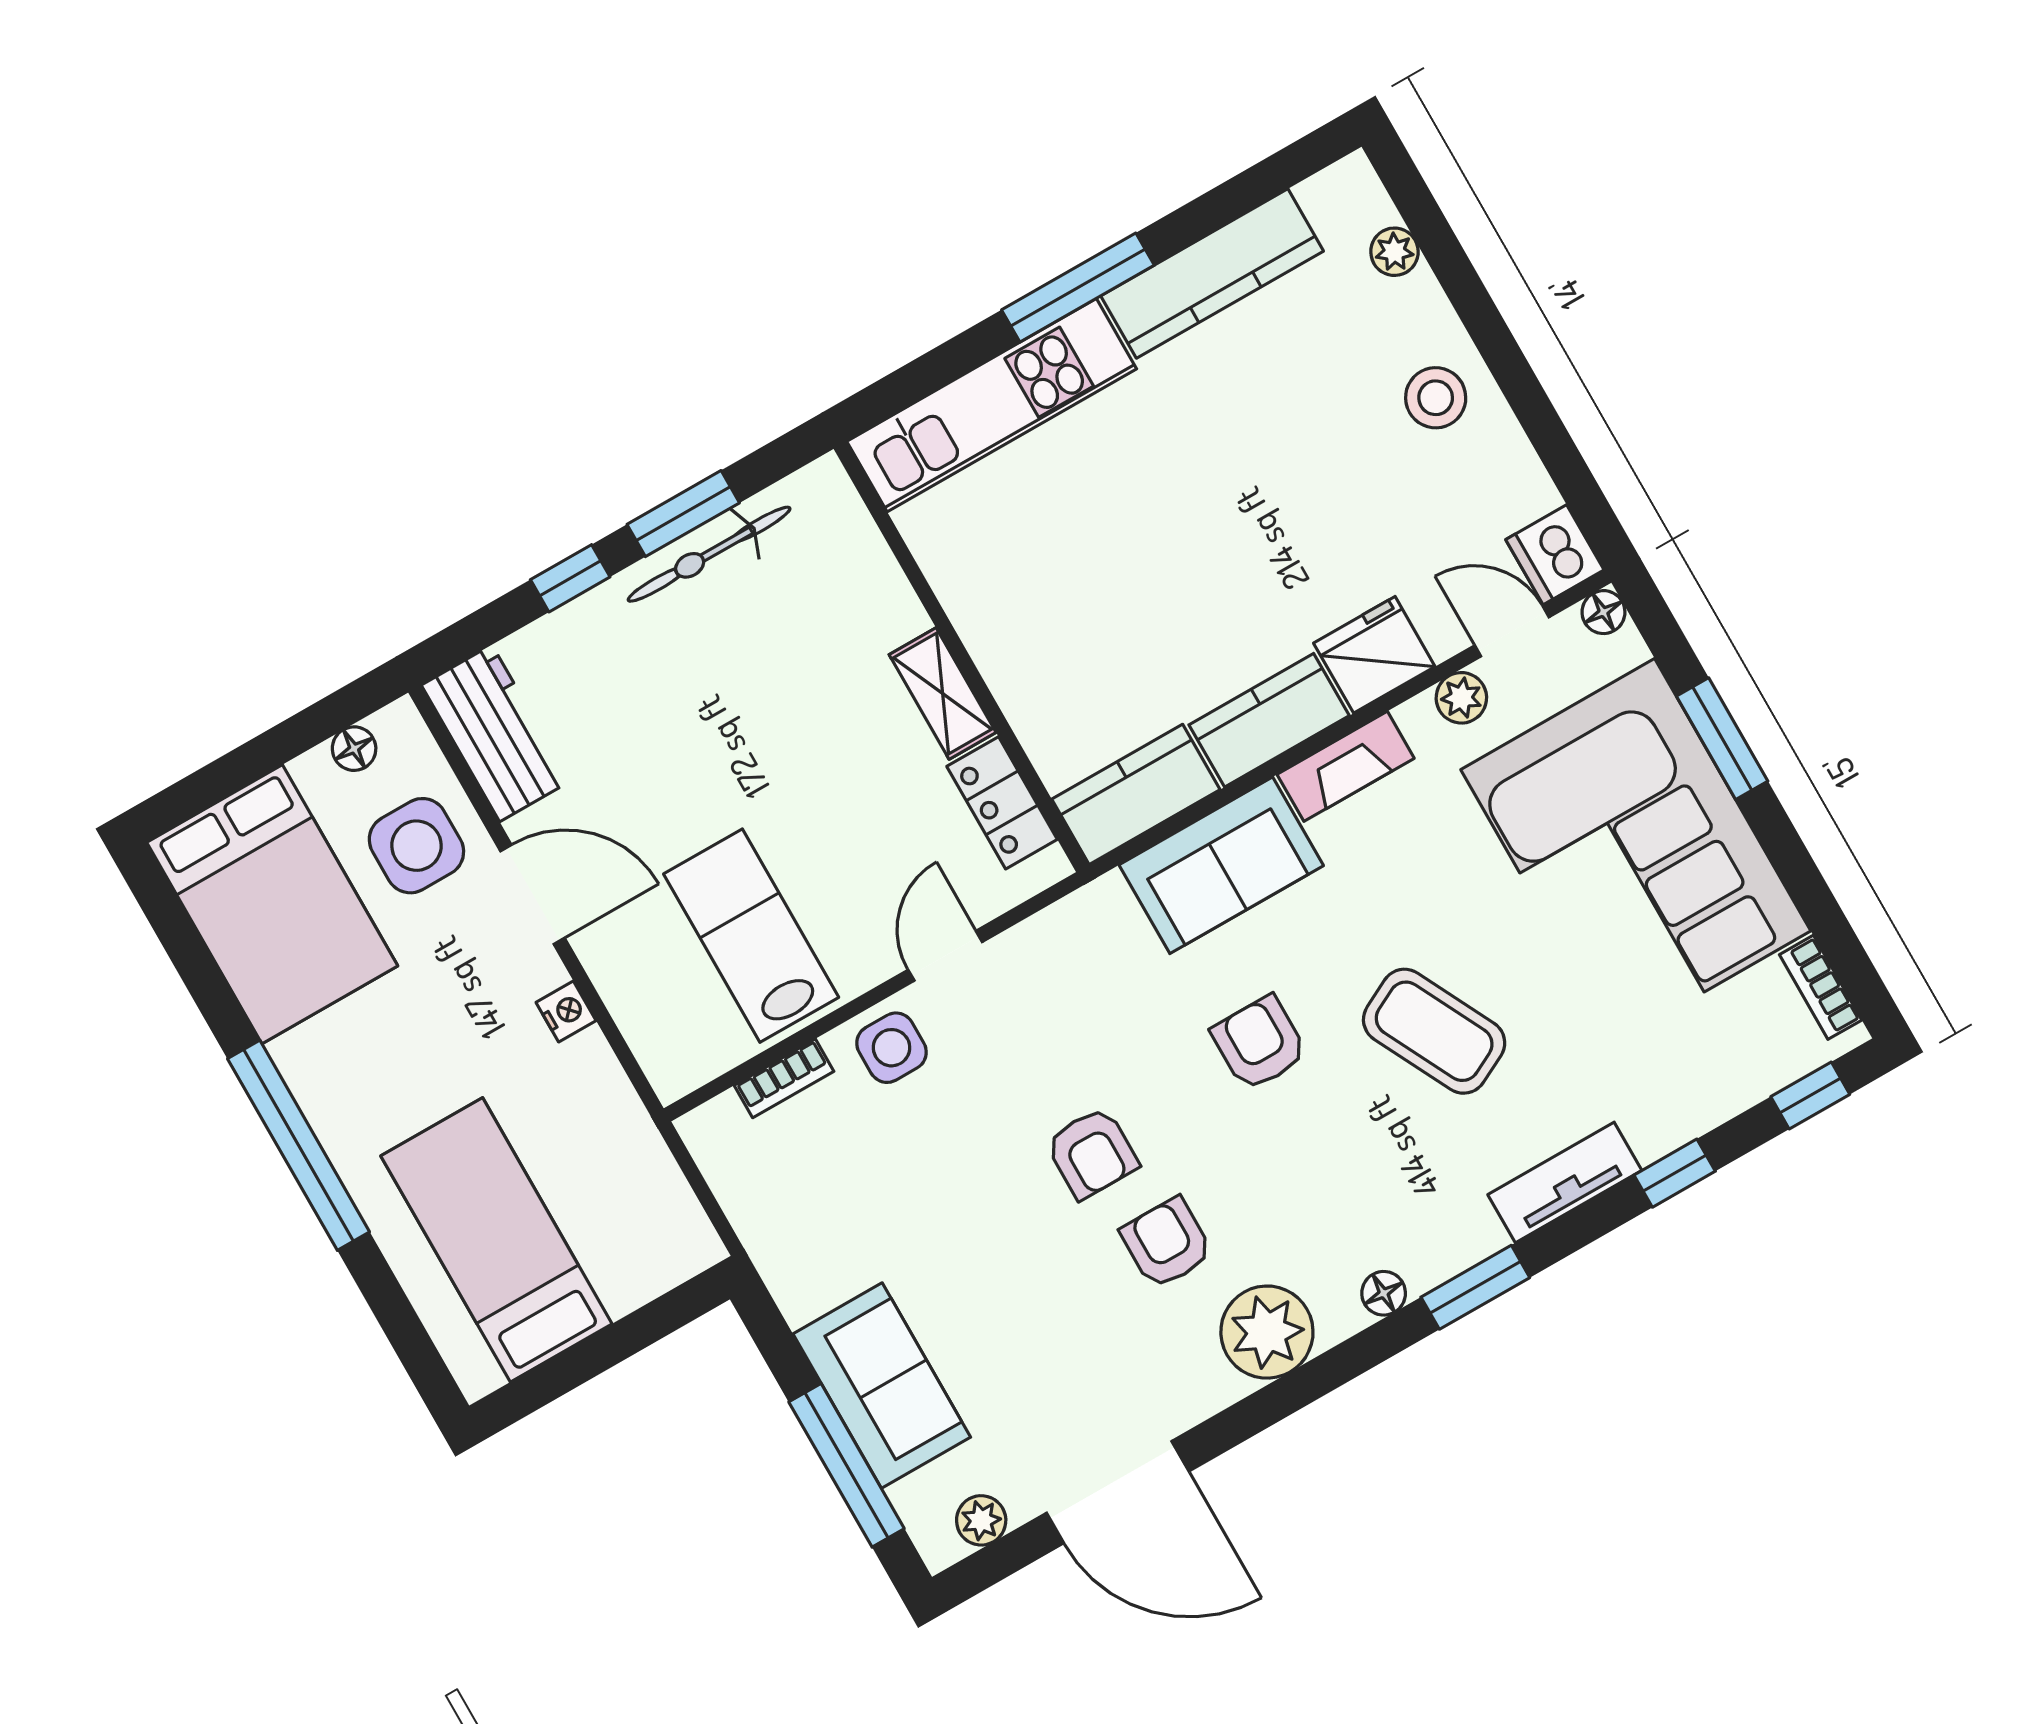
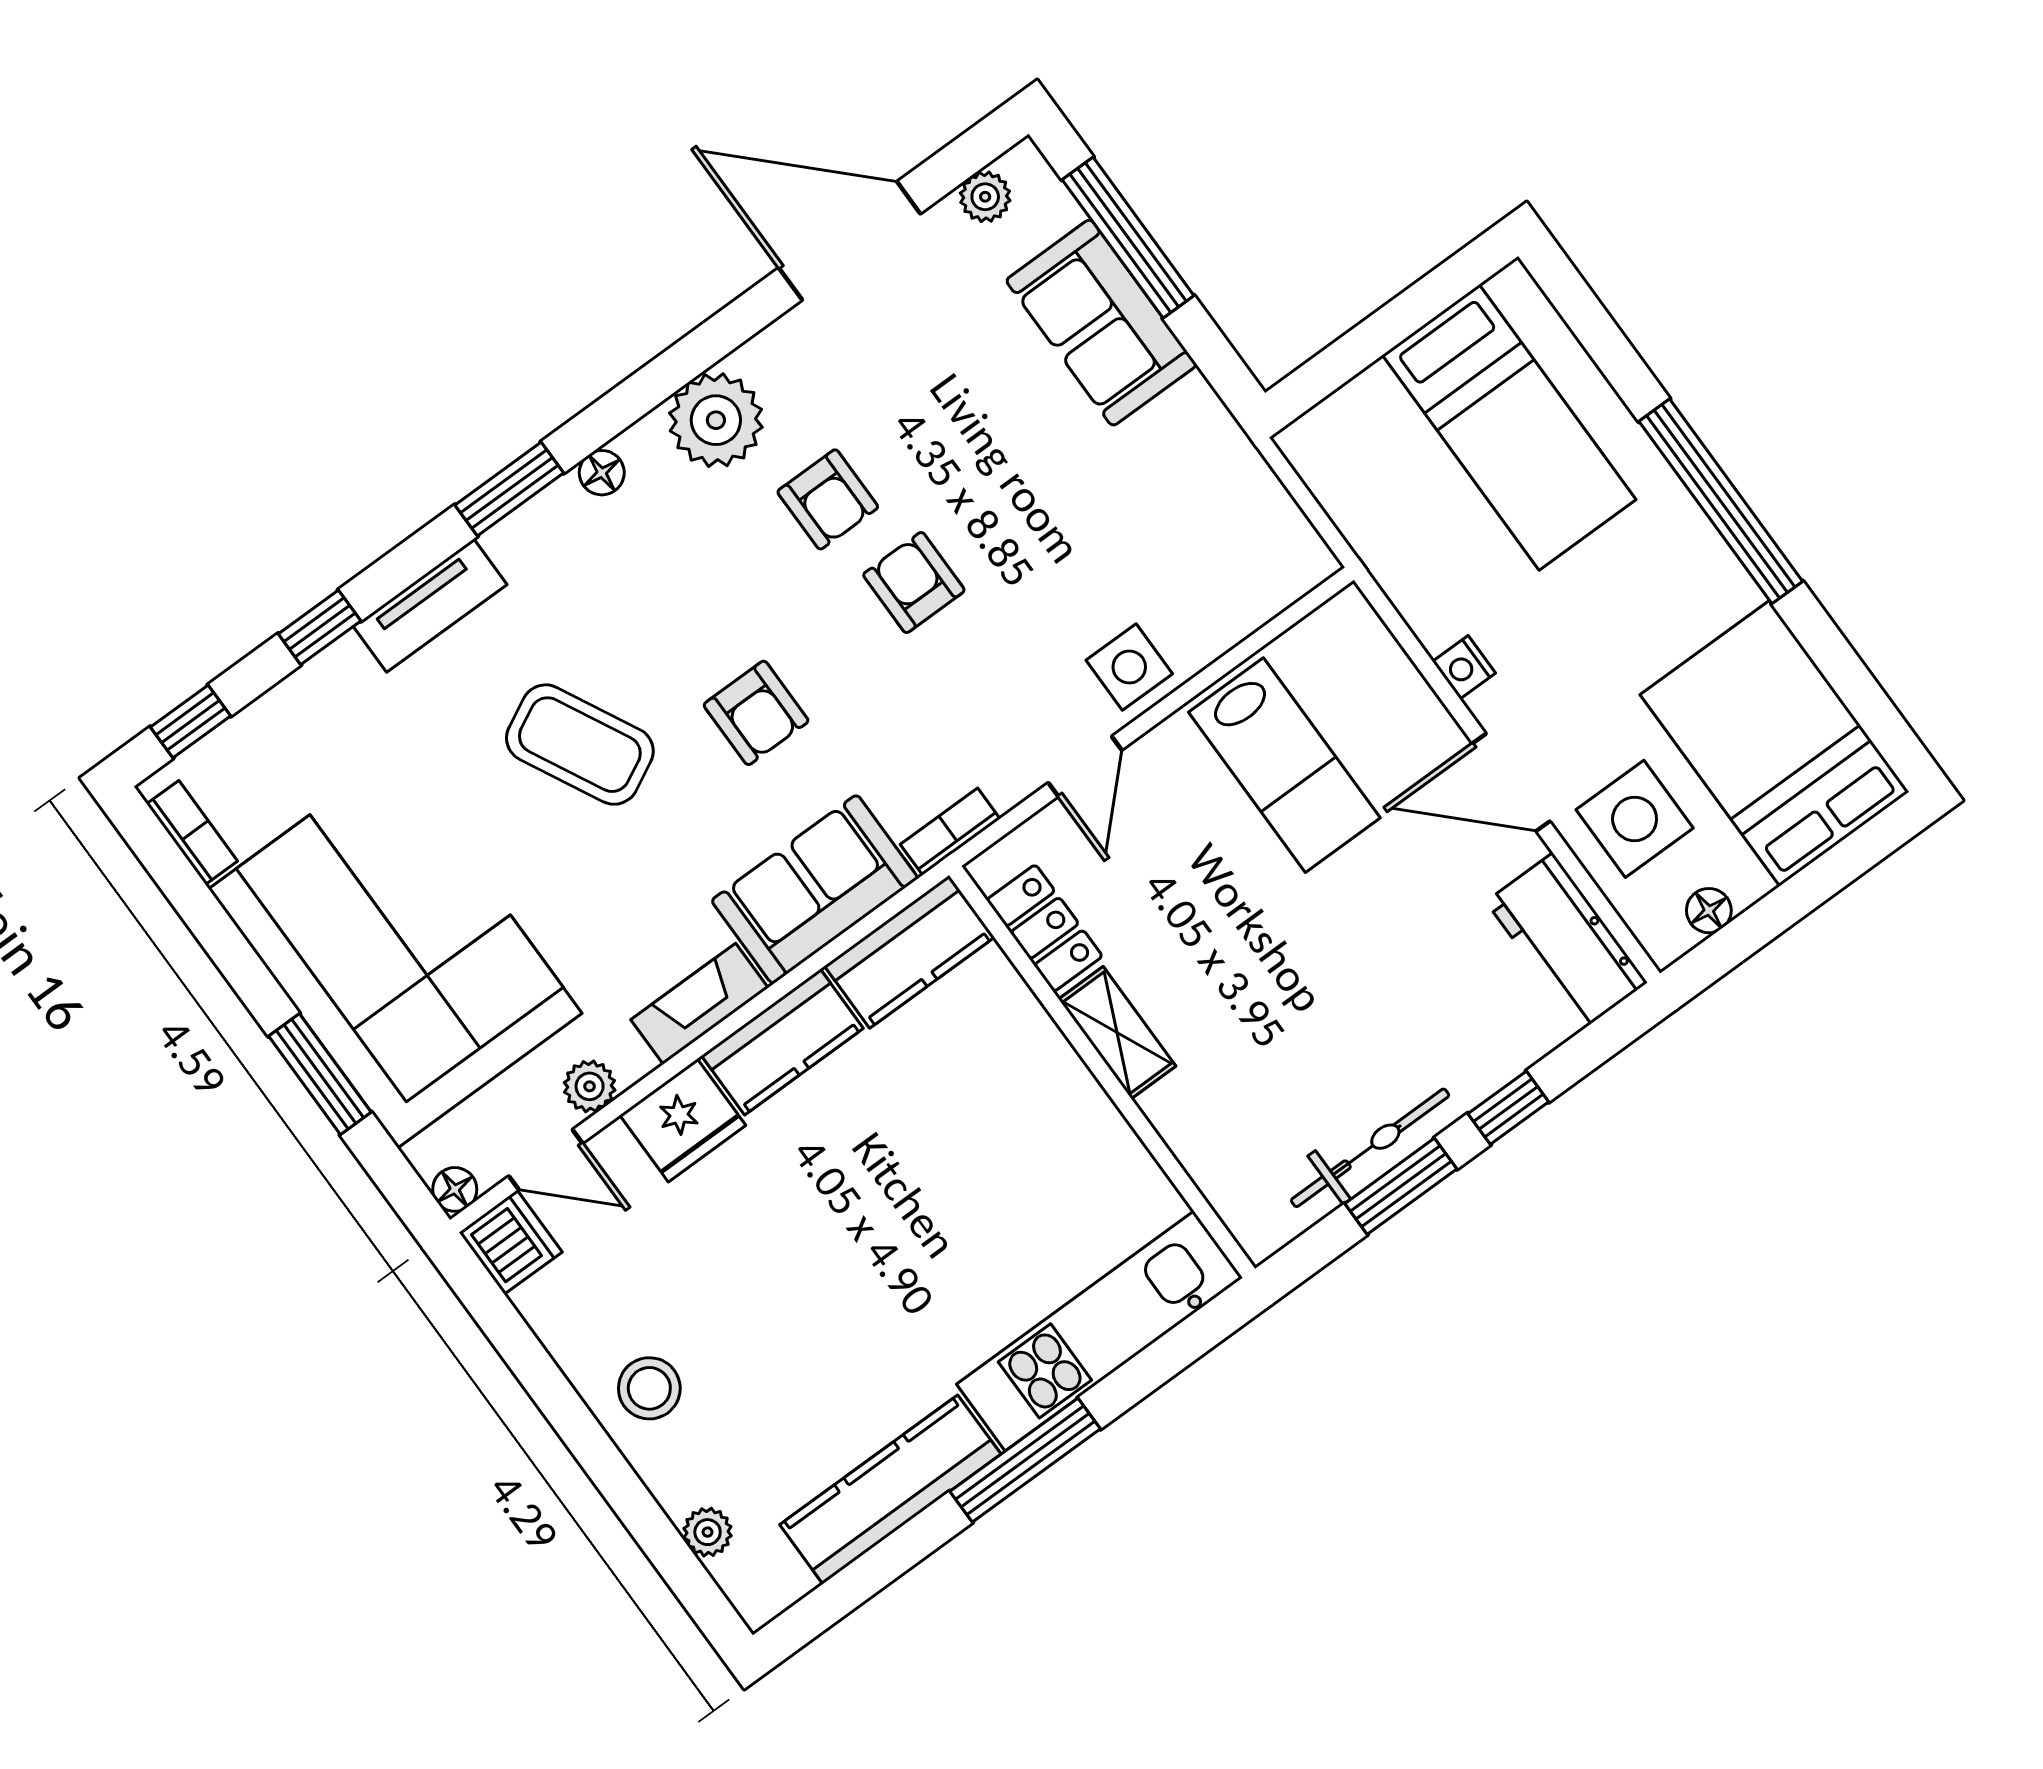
bookcase: (784, 1078) -> (950, 832), moved

